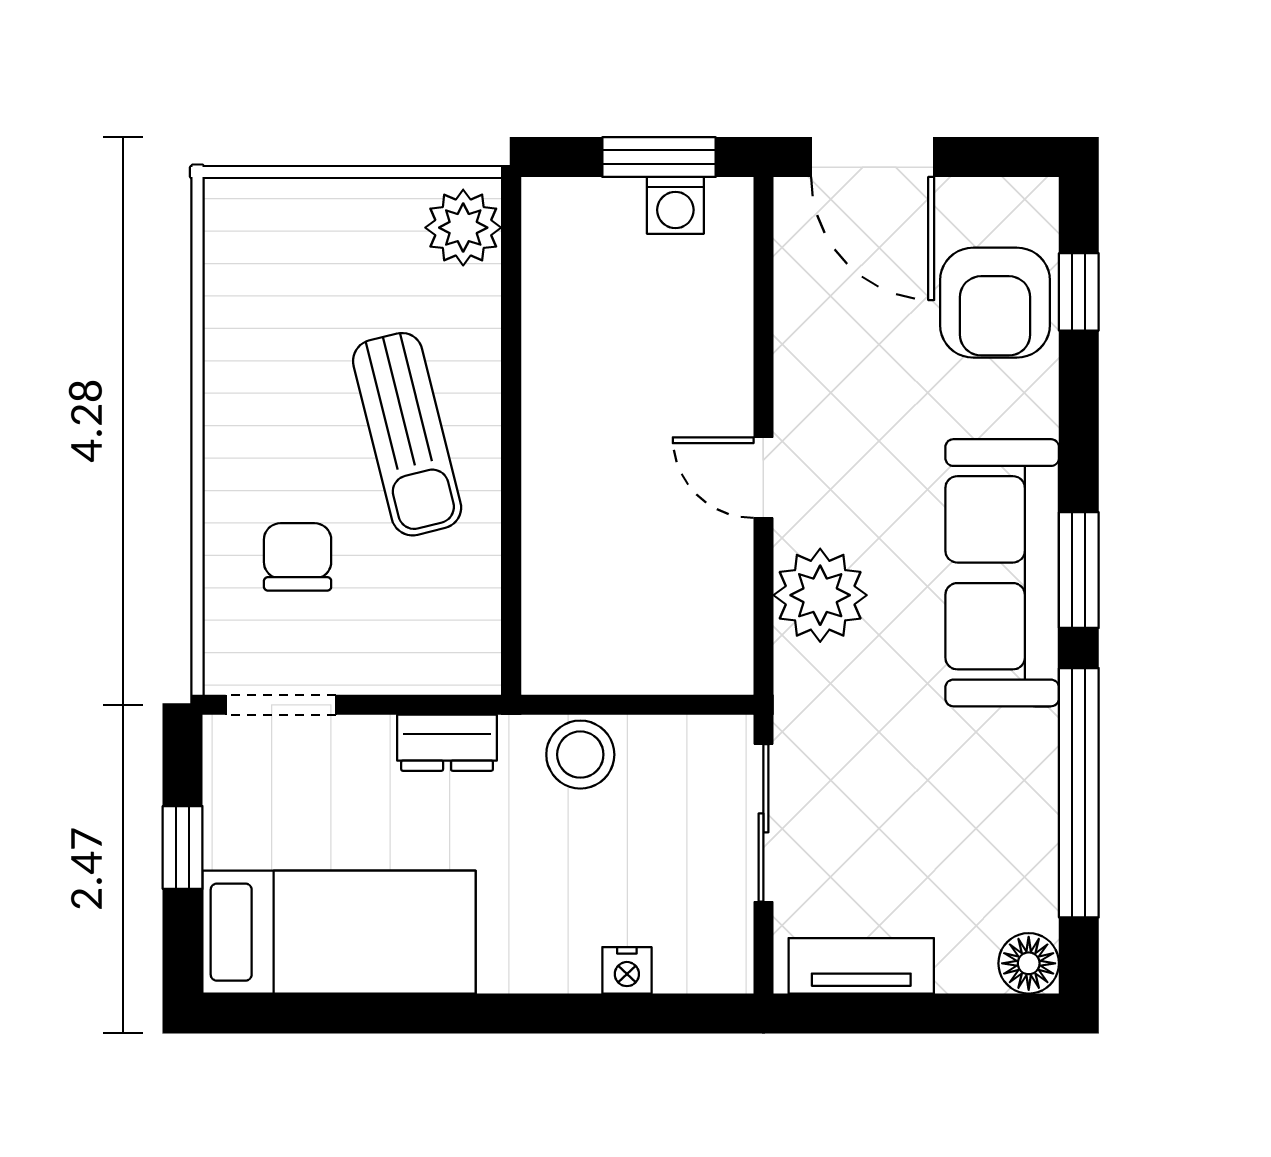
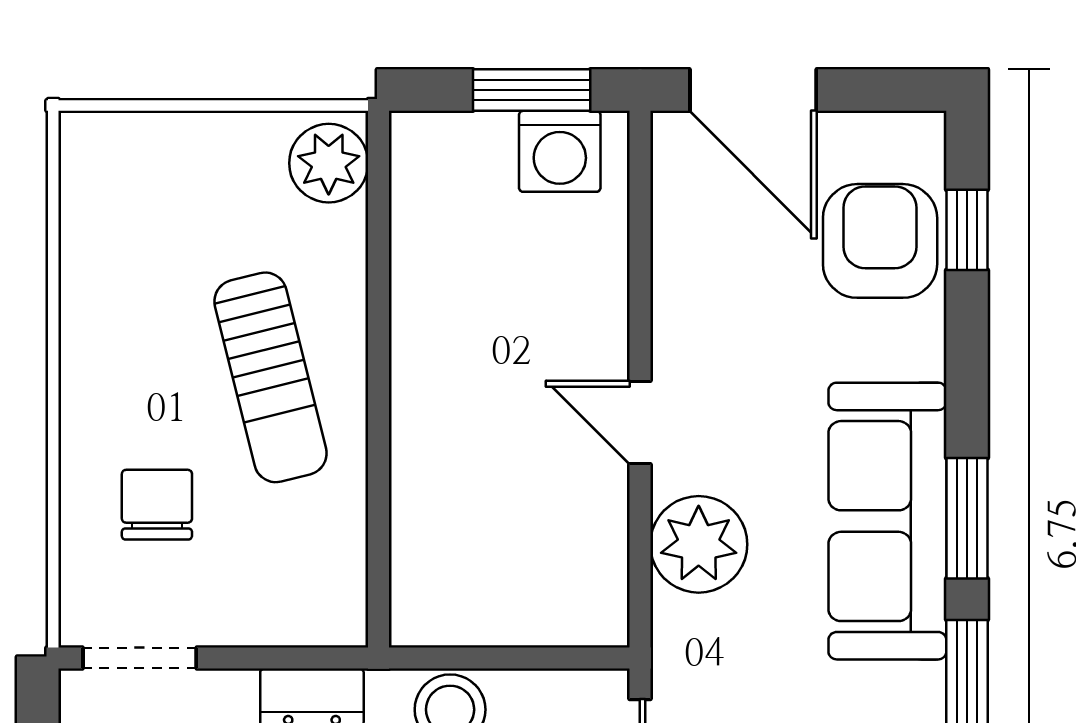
washing machine: (675, 205) -> (560, 151), width x1.38, depth x1.38
armchair: (995, 303) -> (880, 241), turned 180

